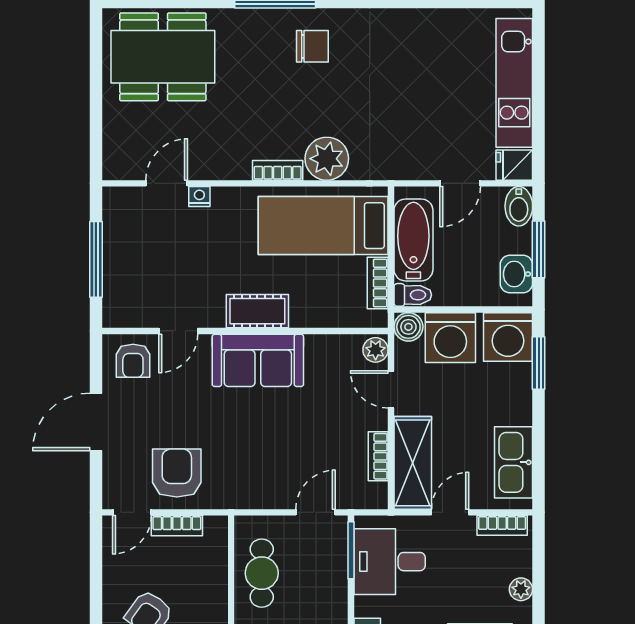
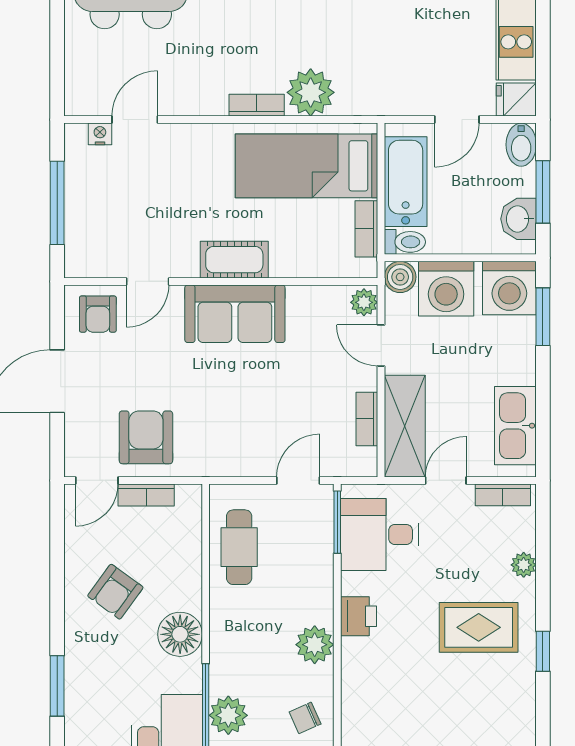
nightstand: (199, 196) -> (100, 134), moved

